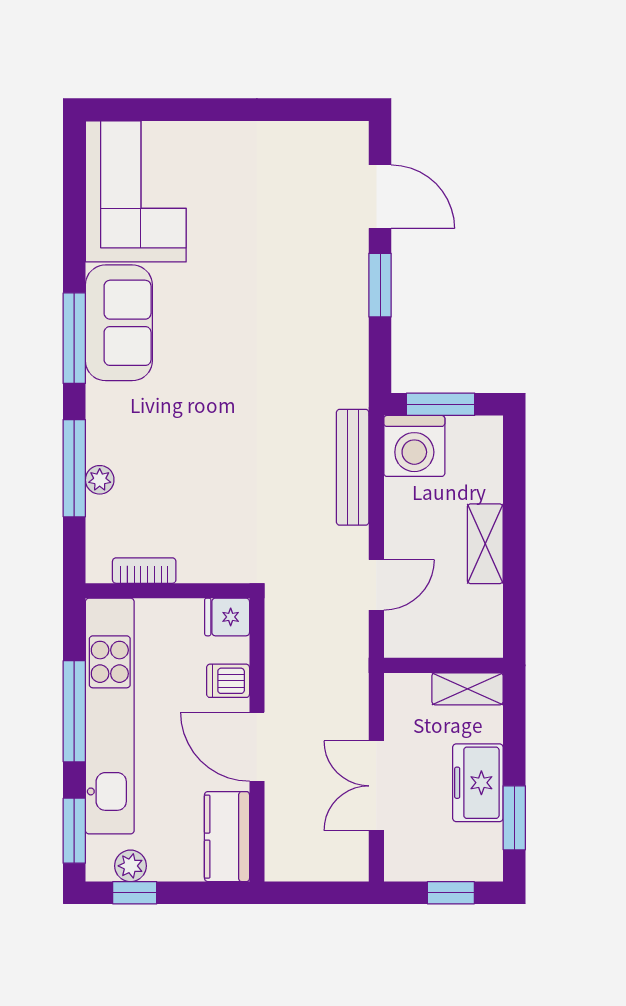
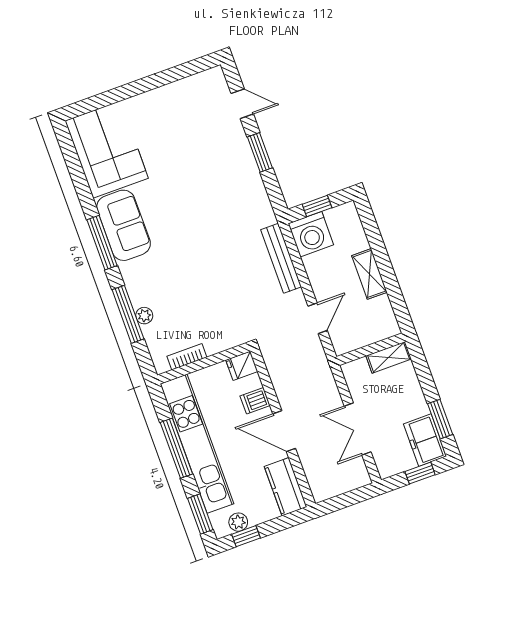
door: (380, 197) -> (242, 104), width x0.73
window: (441, 404) -> (317, 206), width x0.67
freezer: (478, 783) -> (425, 440), moved

